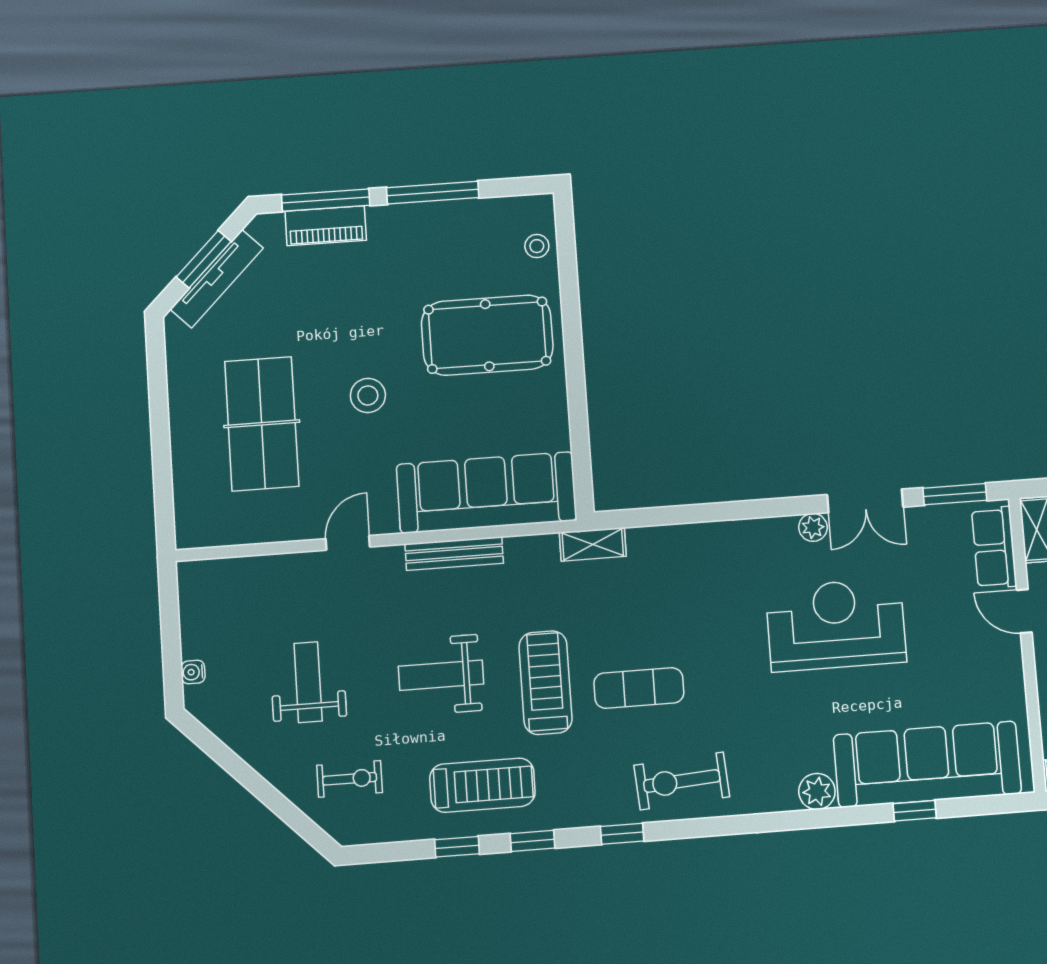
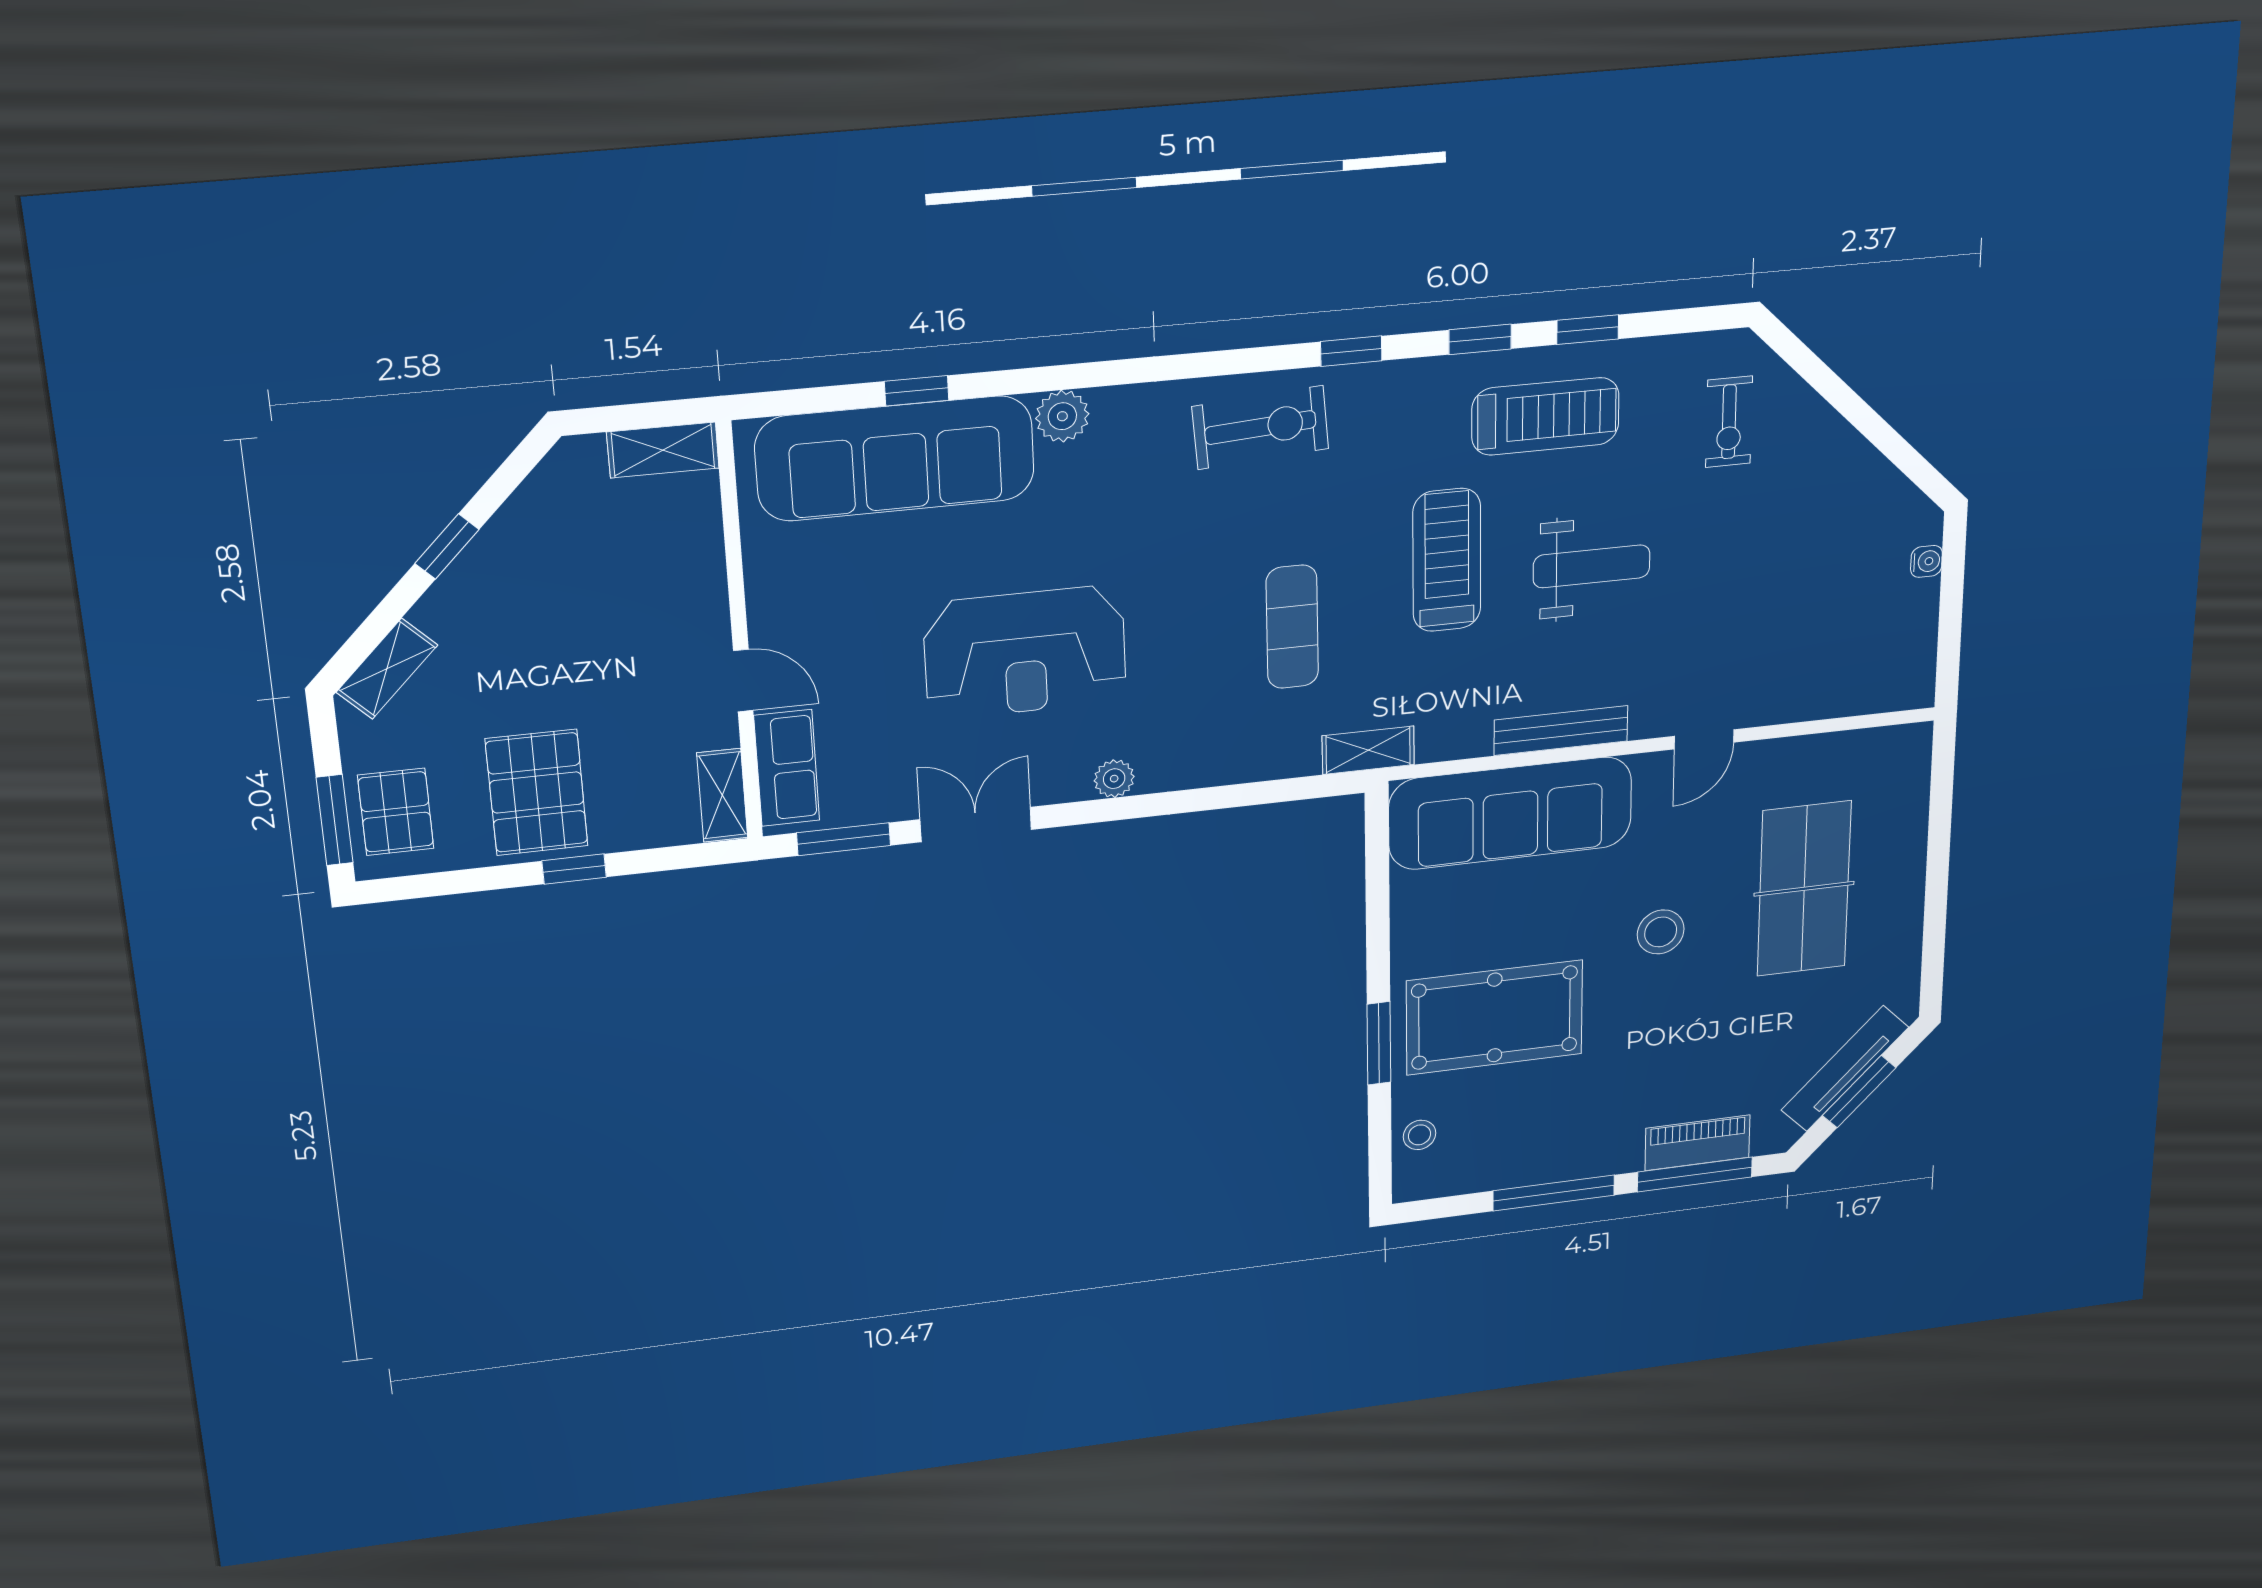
window: (571, 320) -> (1379, 1043), added
plant: (813, 527) -> (1114, 779), moved
weight bench: (308, 682) -> (1774, 552), removed
treadmill: (545, 683) -> (1447, 560), turned 180
exercise mat: (639, 688) -> (1292, 627), moved, turned 90
exercise bike: (350, 779) -> (1729, 422), turned -90
treadmill: (482, 785) -> (1545, 416), turned 180

